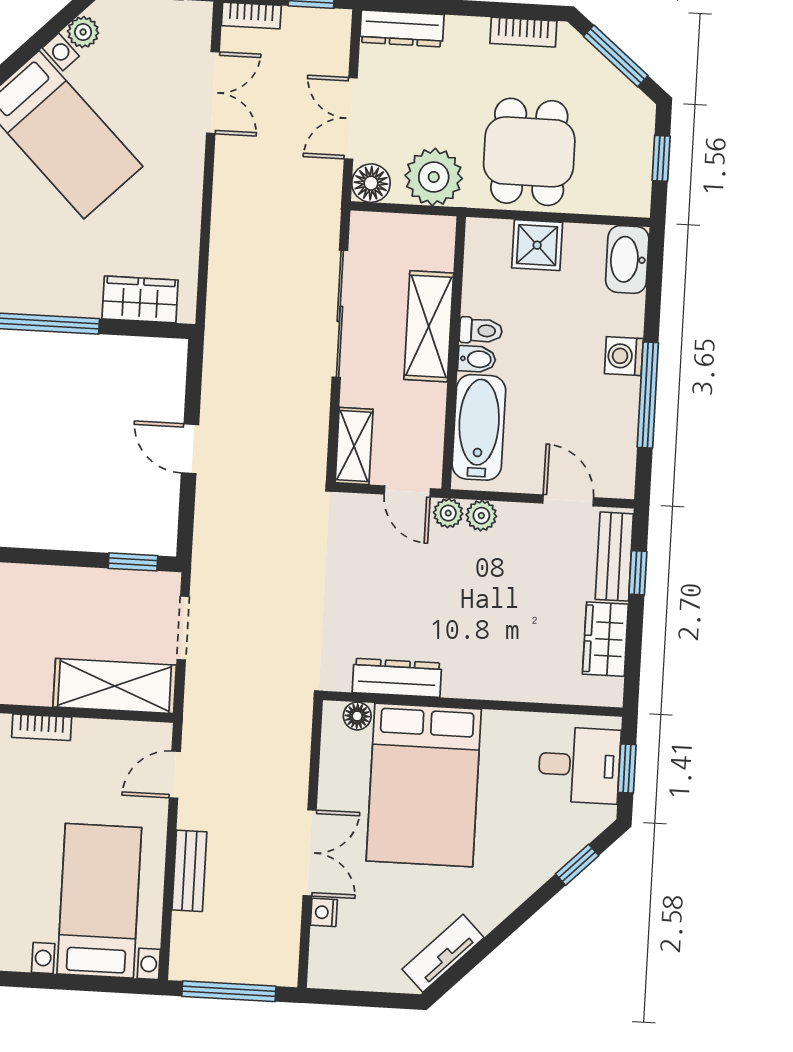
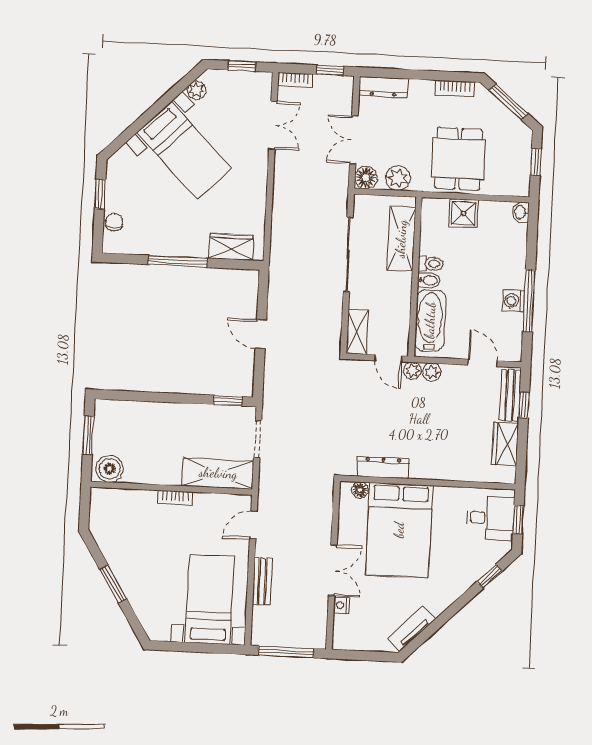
plant: (434, 177) -> (398, 178), width x0.73, depth x0.73
washbasin: (627, 259) -> (521, 212), width x0.52, depth x0.69
shelving: (429, 326) -> (401, 239), moved
washing machine: (624, 356) -> (514, 301), moved

